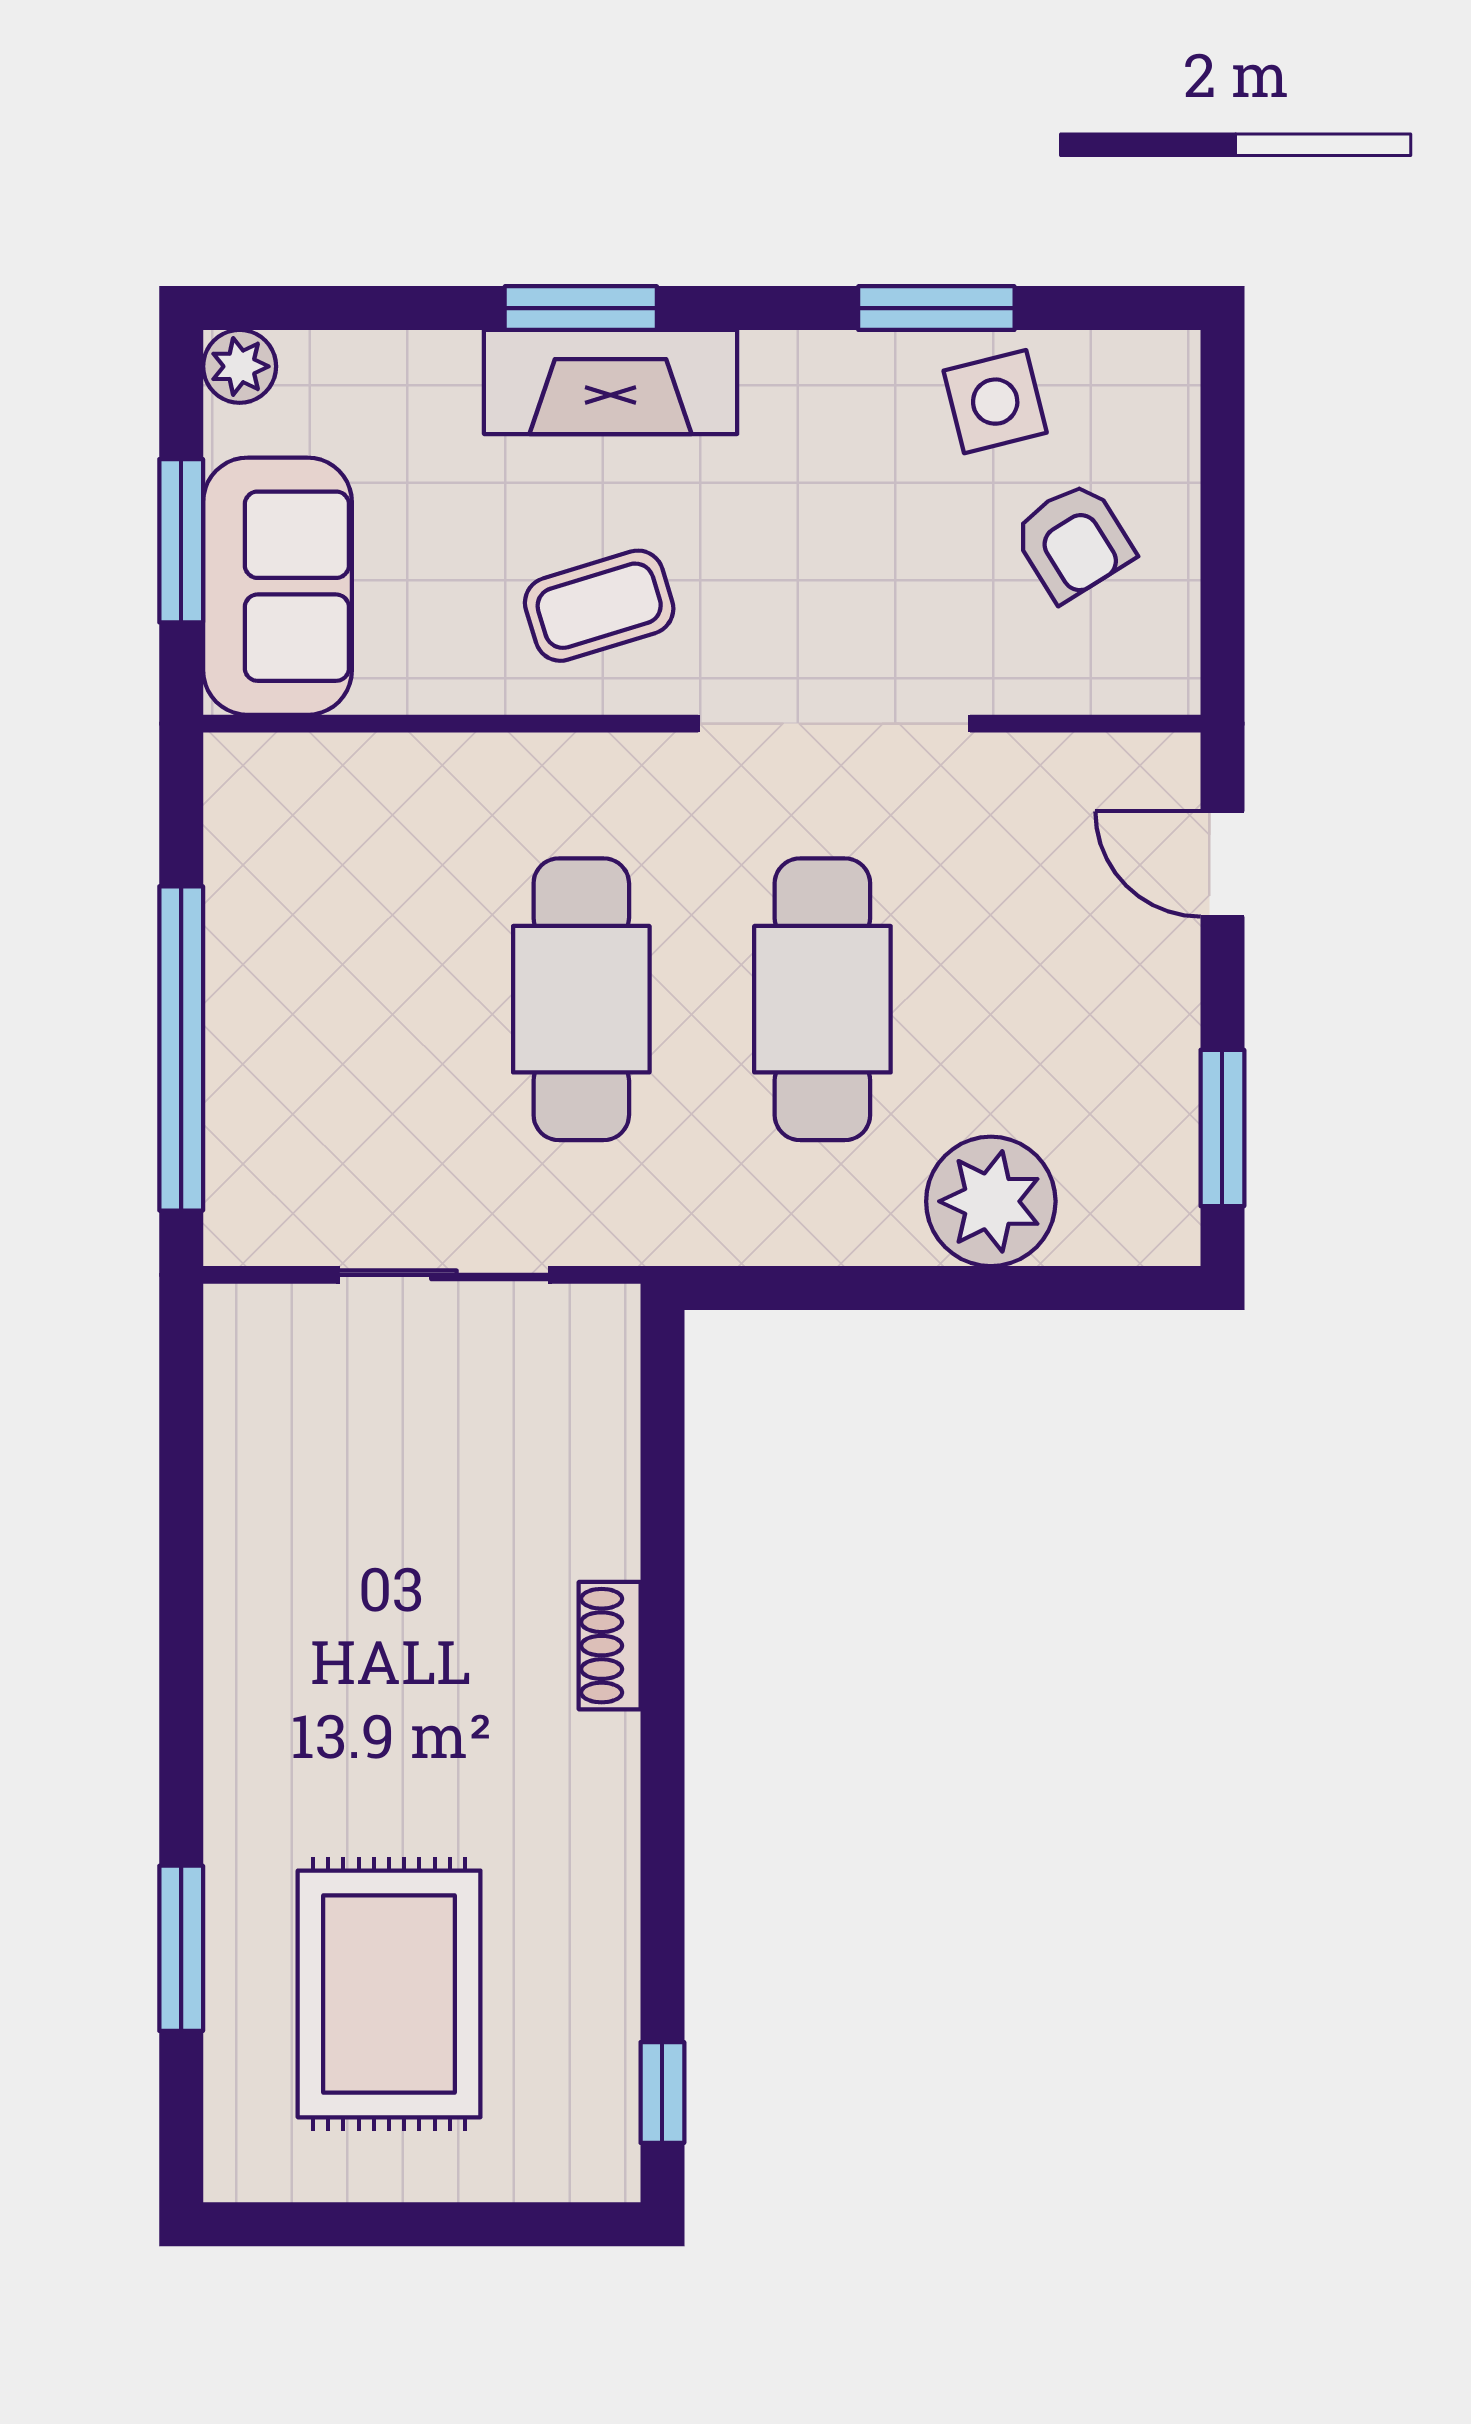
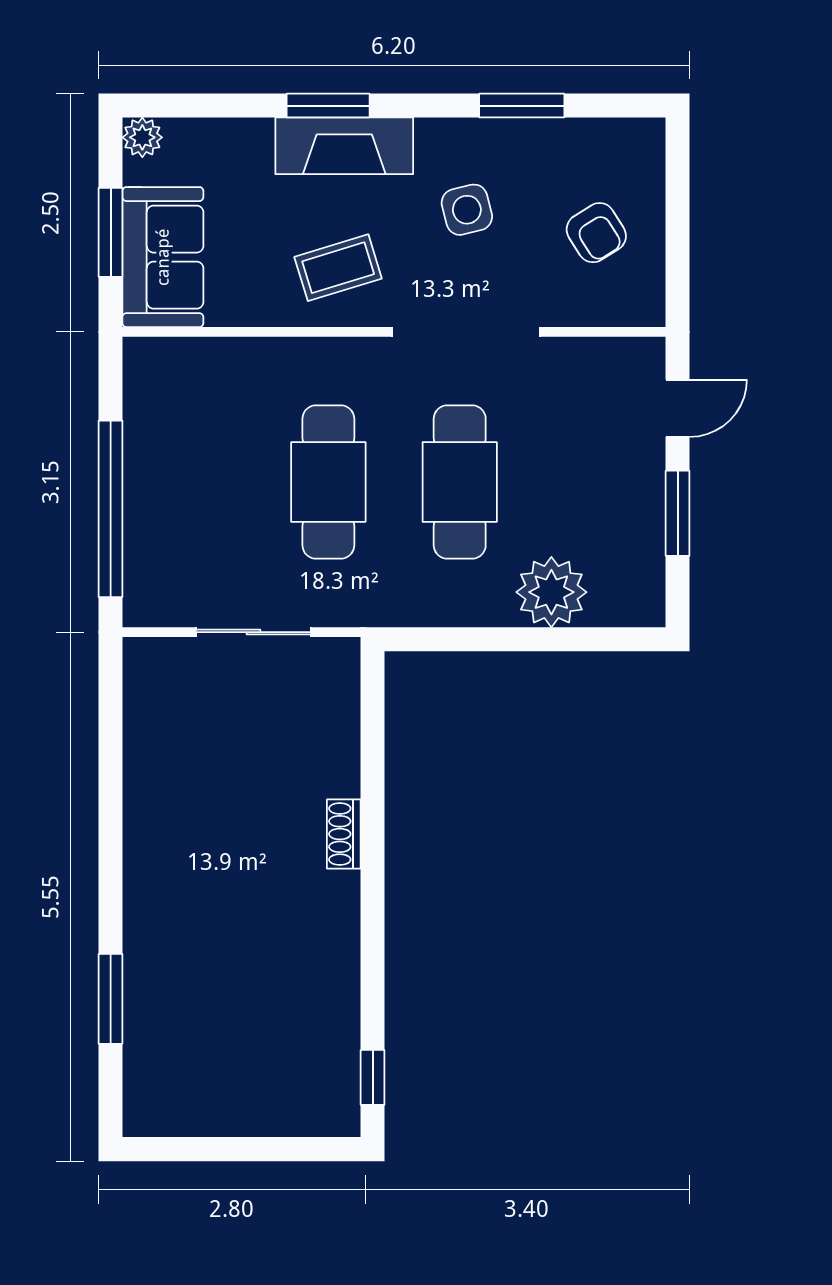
side table: (995, 402) -> (467, 210), moved
door: (1222, 864) -> (678, 408), swing flipped
window: (1222, 1128) -> (678, 513), moved
rug: (389, 1994) -> (224, 1024), removed

